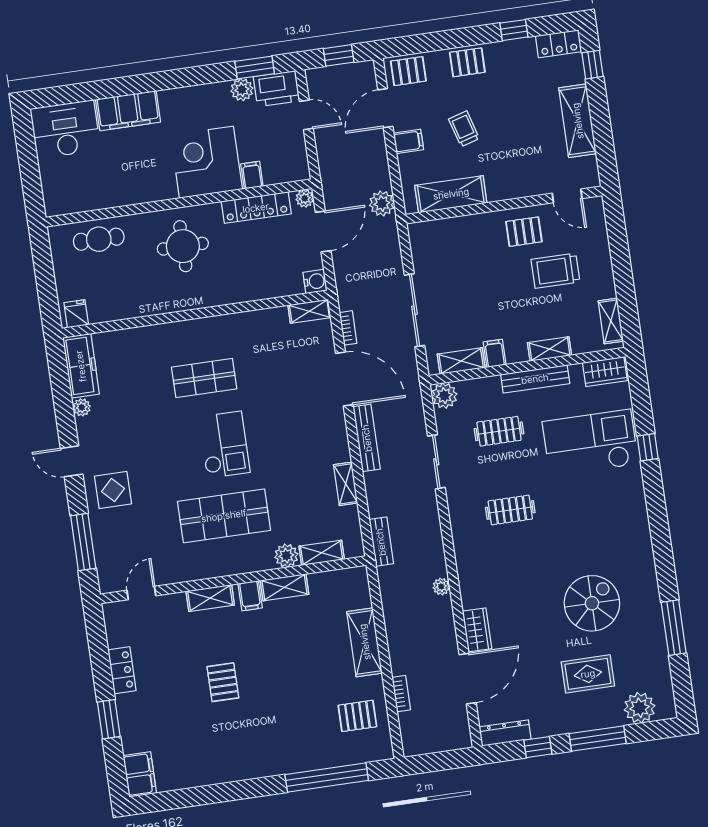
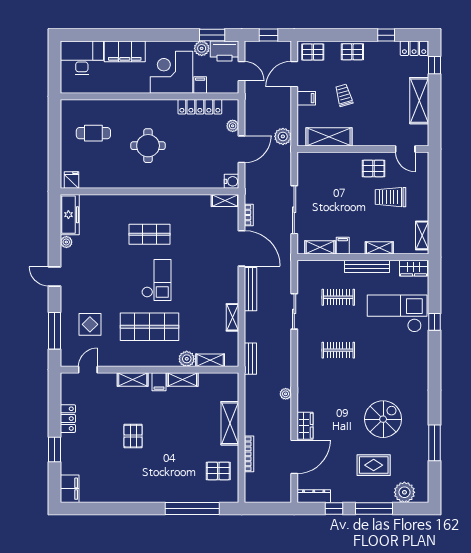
corner desk: (206, 162) -> (171, 72), moved
filing cabinet: (252, 175) -> (200, 85), moved
wall: (179, 203) -> (150, 96), moved
locker: (256, 208) -> (200, 107), moved
plant: (444, 396) -> (306, 269), removed
display table: (113, 490) -> (90, 324), moved
bookcase: (401, 694) -> (249, 454), width x1.56

